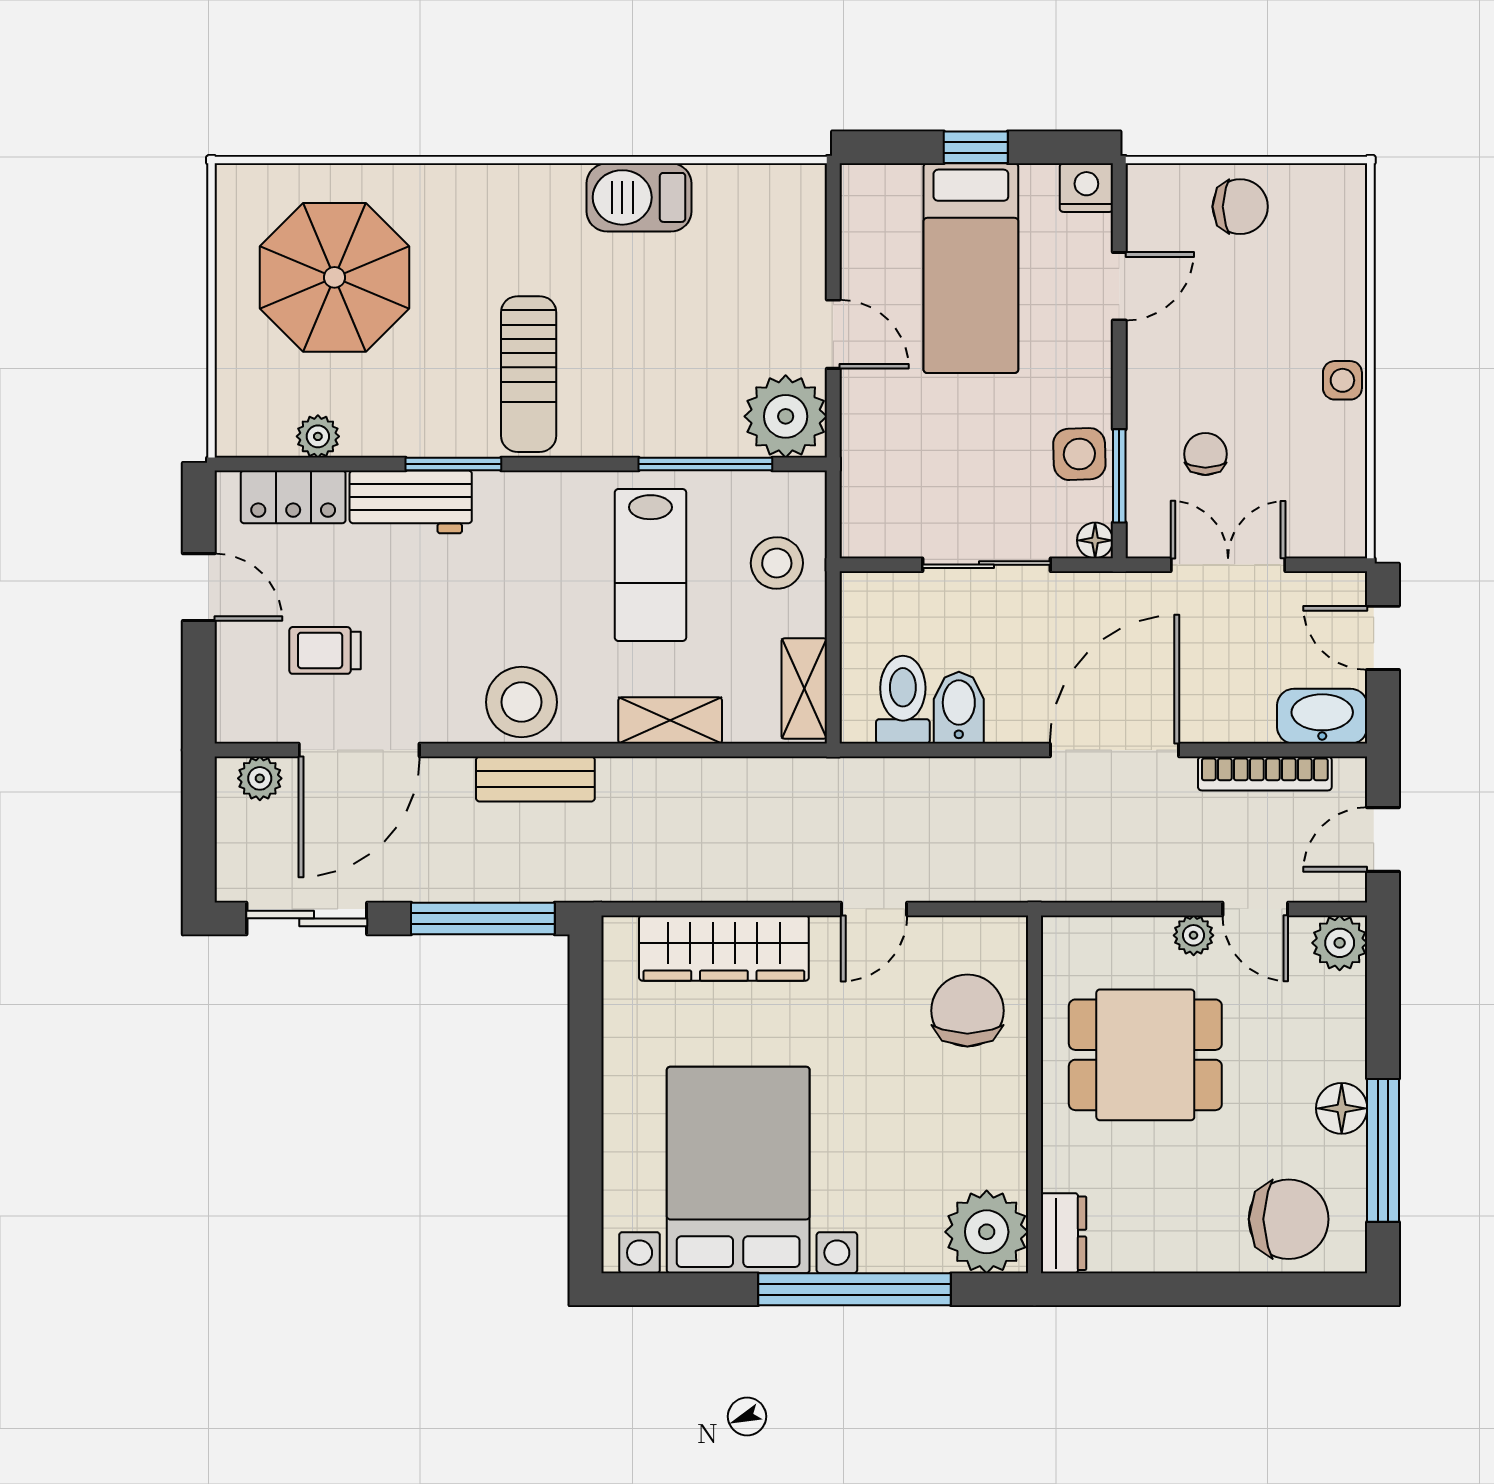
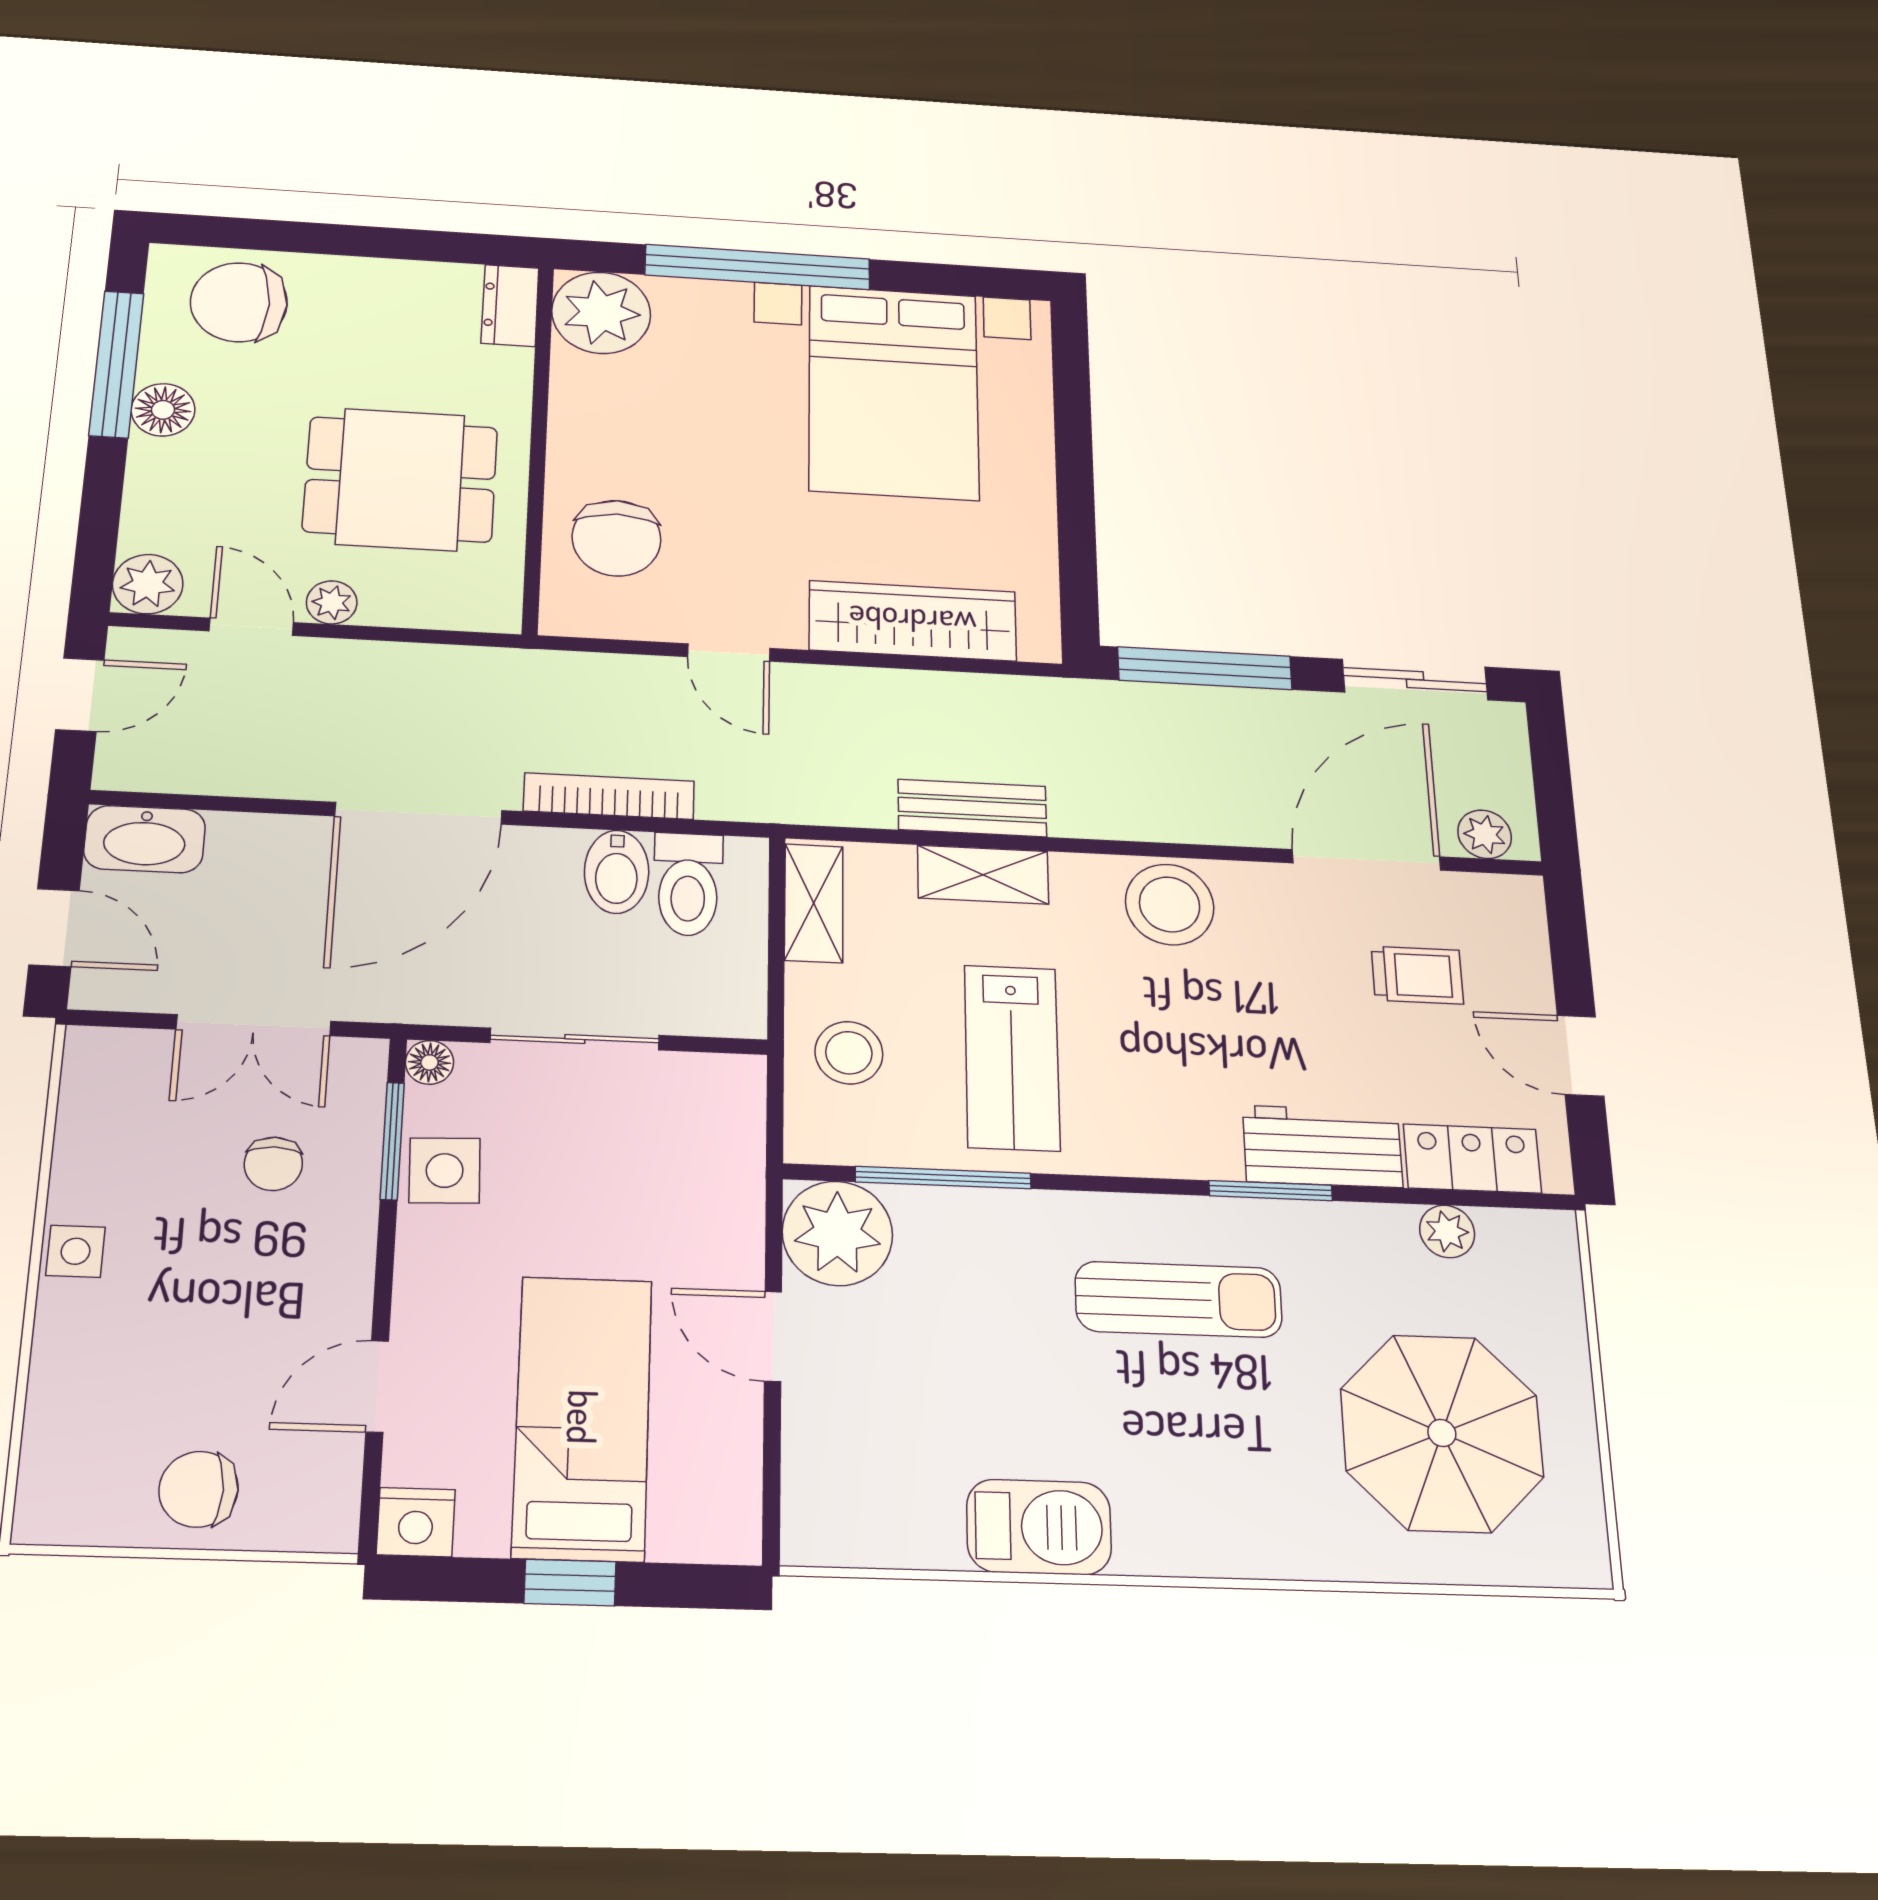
sun lounger: (529, 374) -> (1179, 1299), turned 90
lab bench: (650, 565) -> (1012, 1057), turned 180
bookcase: (1265, 773) -> (609, 796), moved
bench: (535, 779) -> (972, 808), moved
door: (874, 909) -> (729, 653), swing flipped

